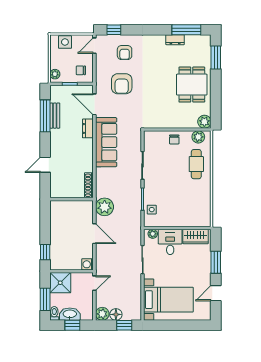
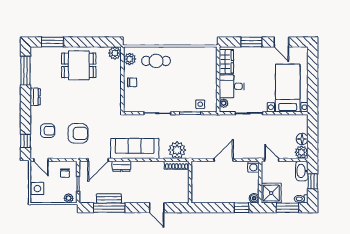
dresser: (175, 40) -> (35, 97), moved
plant: (105, 207) -> (177, 150), moved
boiler: (55, 265) -> (254, 198), added
washbasin: (70, 314) -> (302, 171), moved
window: (124, 325) -> (313, 131), removed

